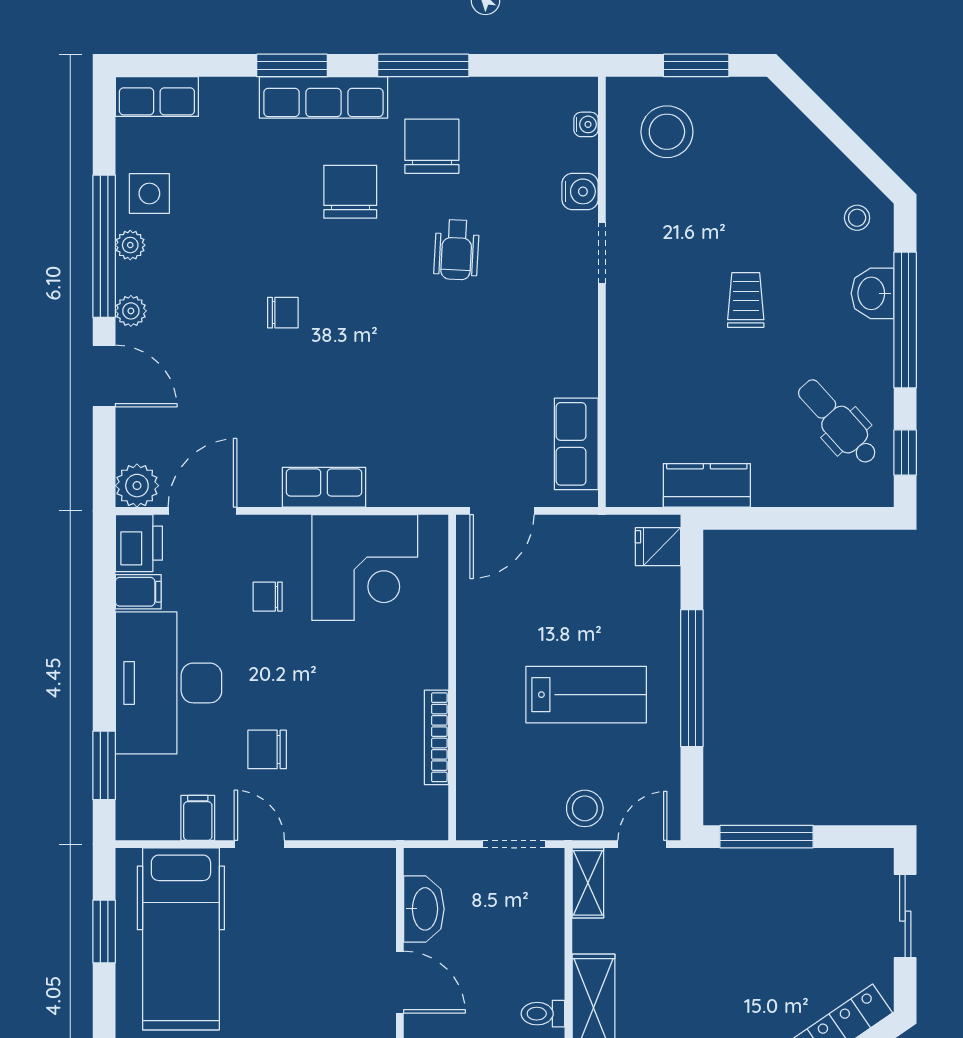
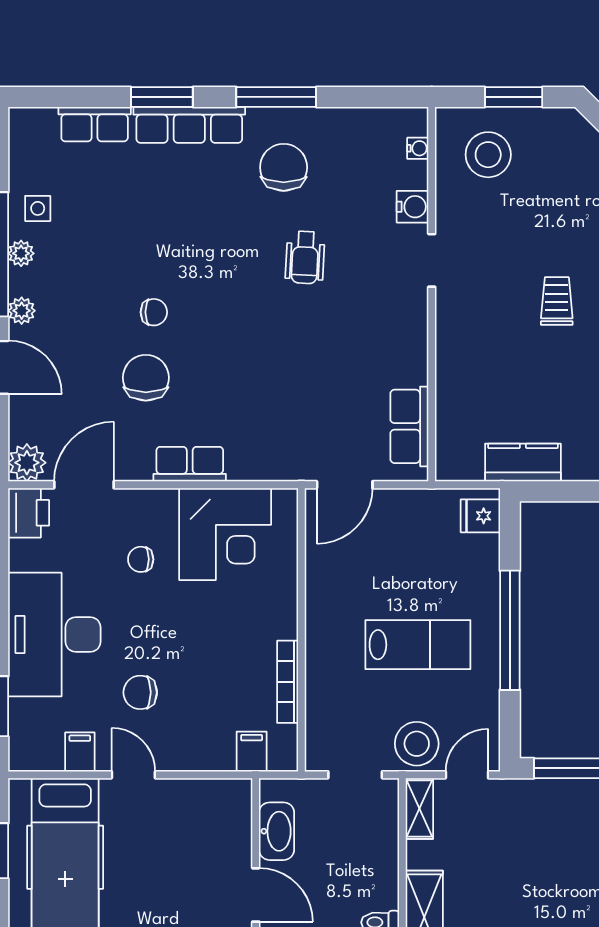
row of seats: (157, 97) -> (95, 124), moved
chair: (350, 192) -> (146, 378), moved
side table: (149, 193) -> (38, 208), width x0.73, depth x0.73
filing cabinet: (138, 592) -> (252, 752), moved, turned -90
stool: (585, 808) -> (417, 744), width x1.38, depth x1.38

